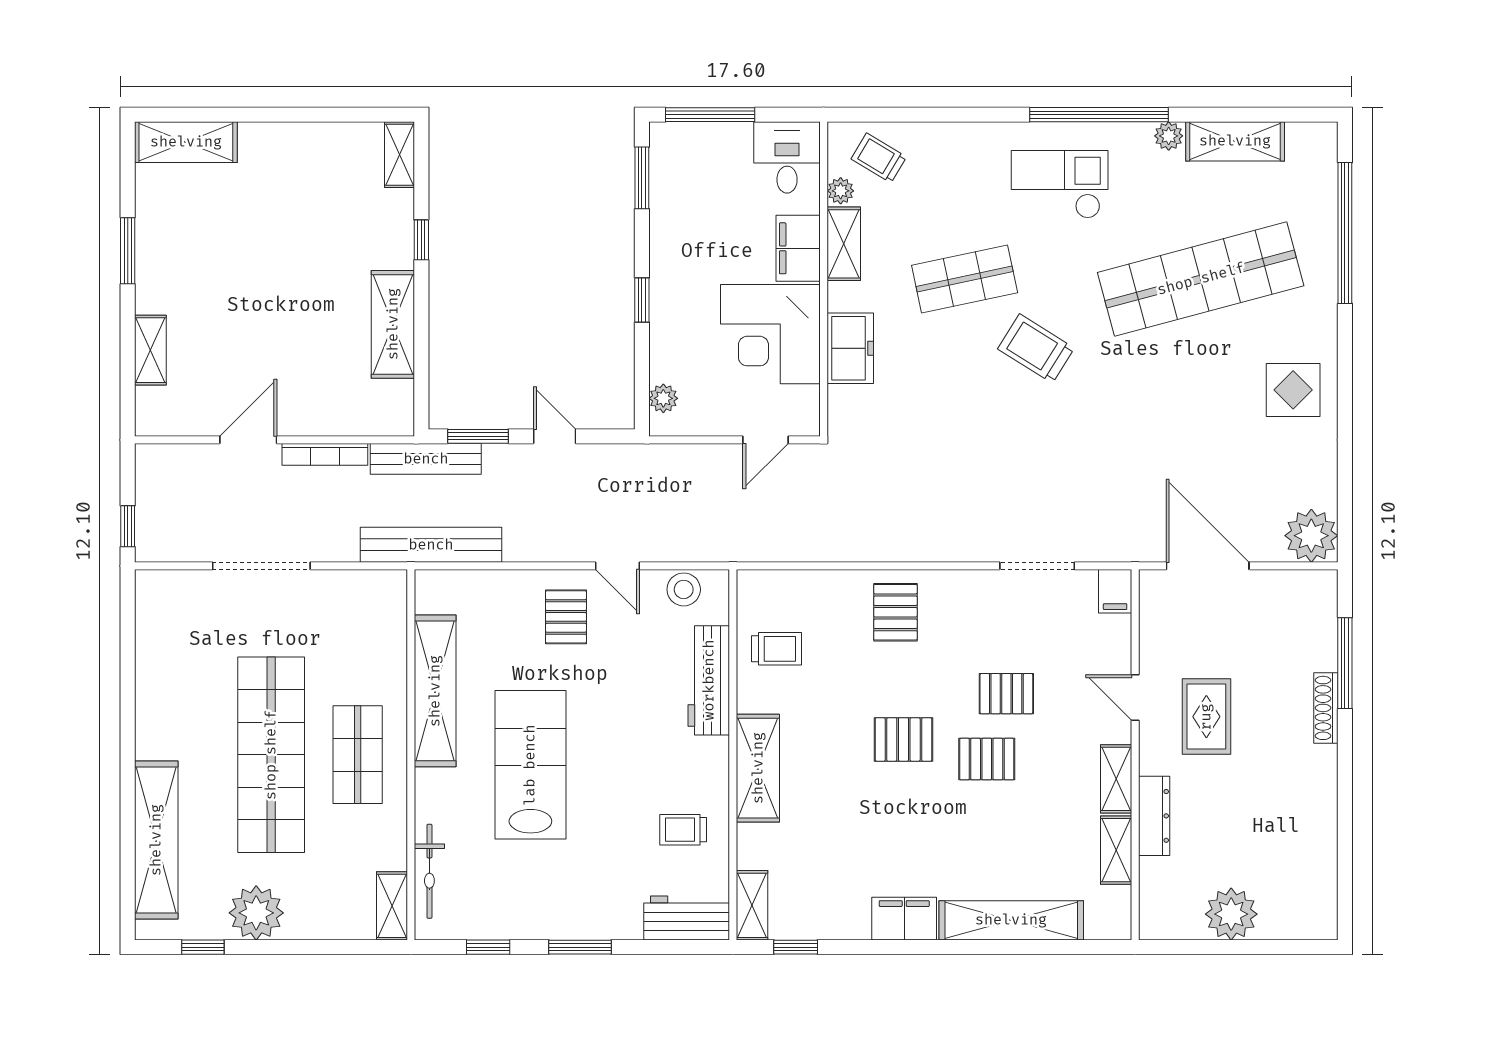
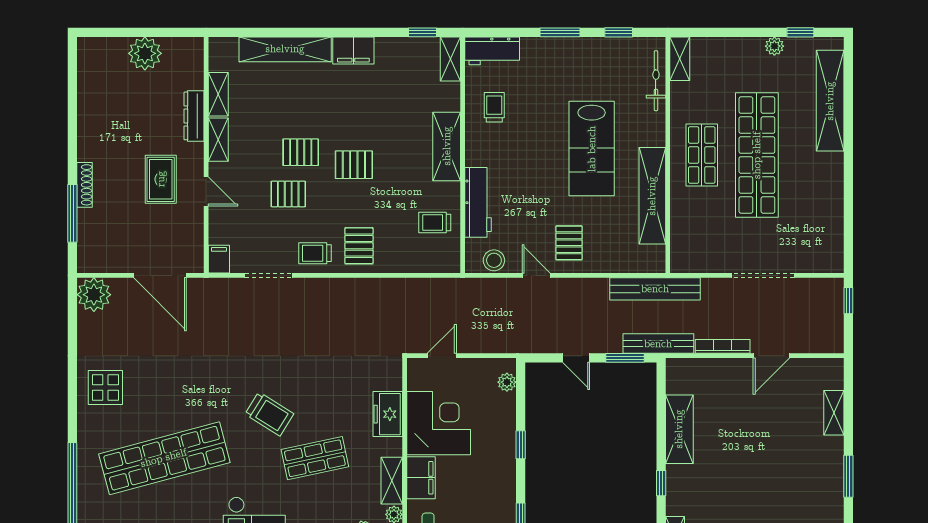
trolley: (964, 601) -> (315, 253), added
trolley: (683, 830) -> (494, 107), turned -90
plant: (256, 913) -> (774, 46), width x0.53, depth x0.53

